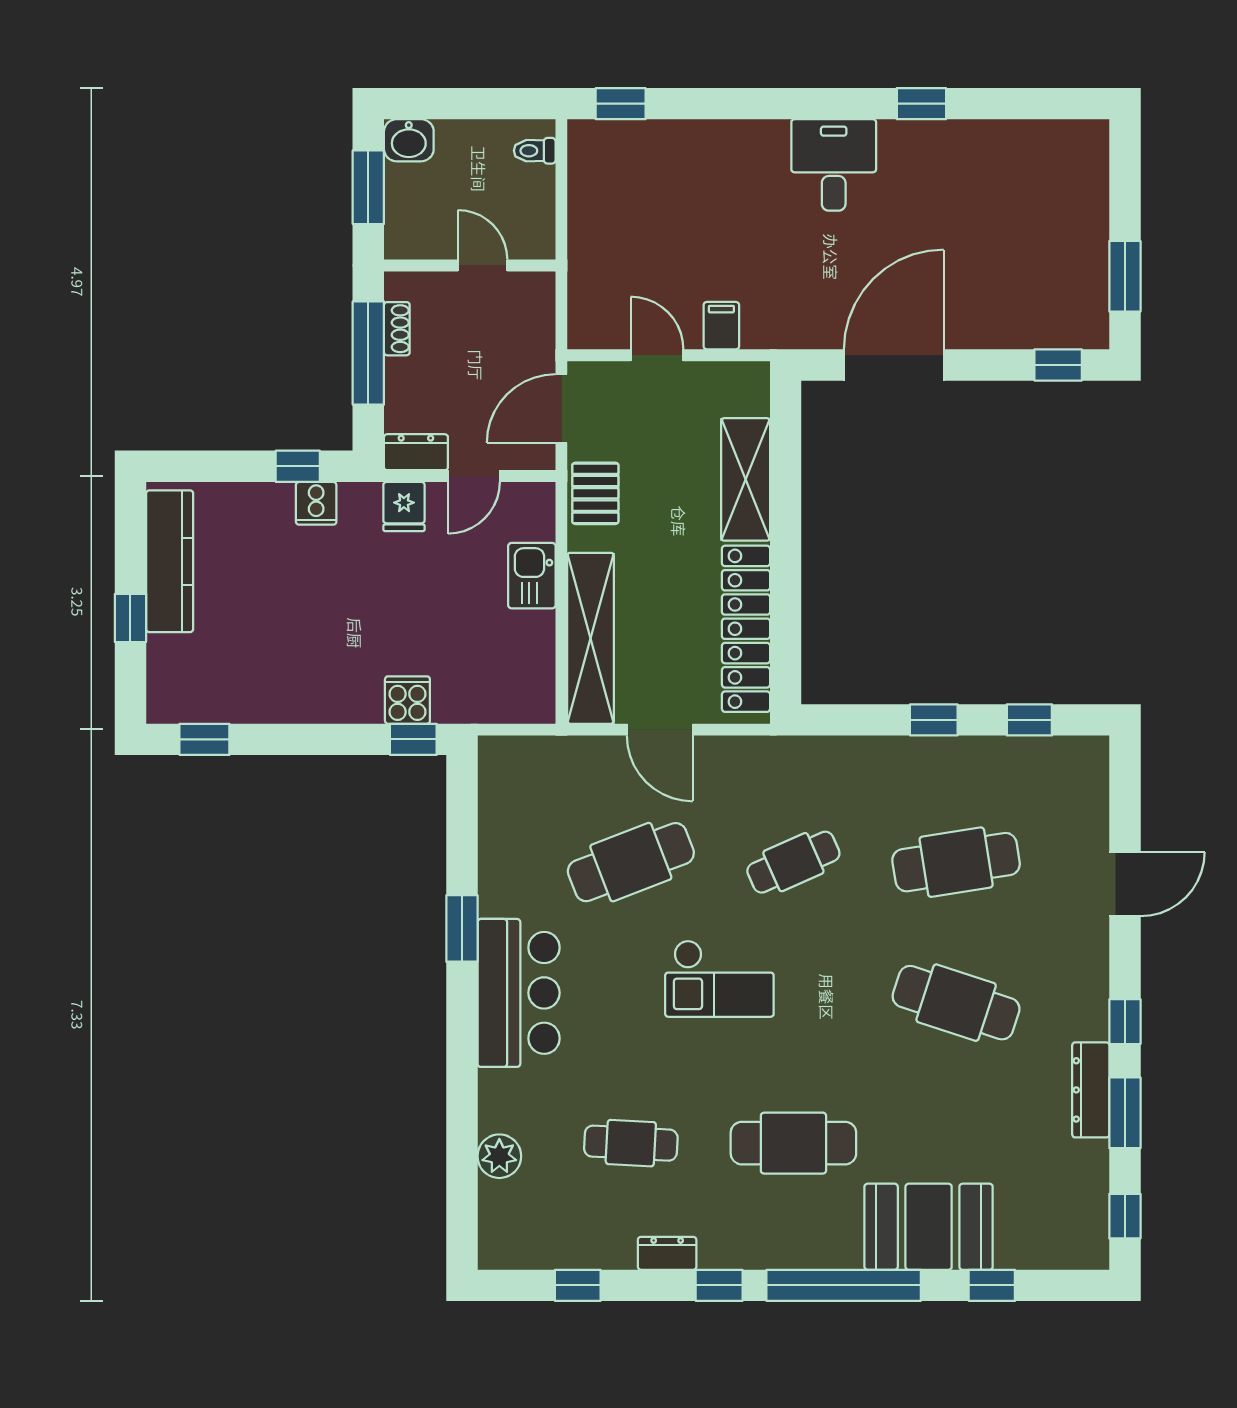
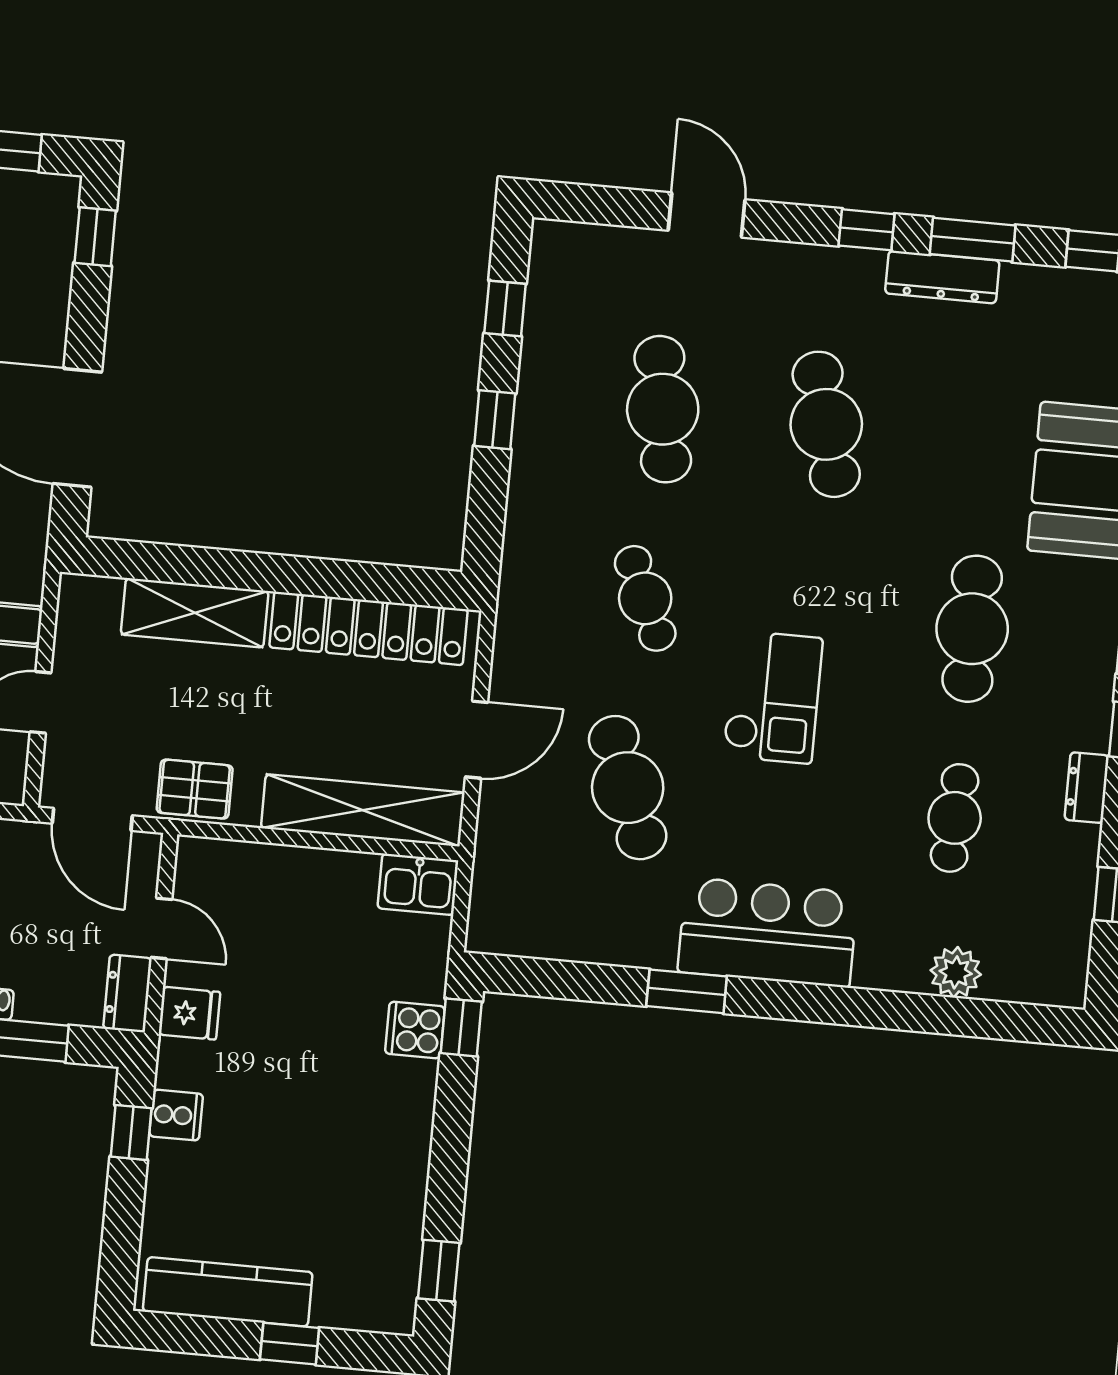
kitchen sink: (532, 576) -> (418, 884), moved
cafe table: (956, 1003) -> (826, 424), turned -33

